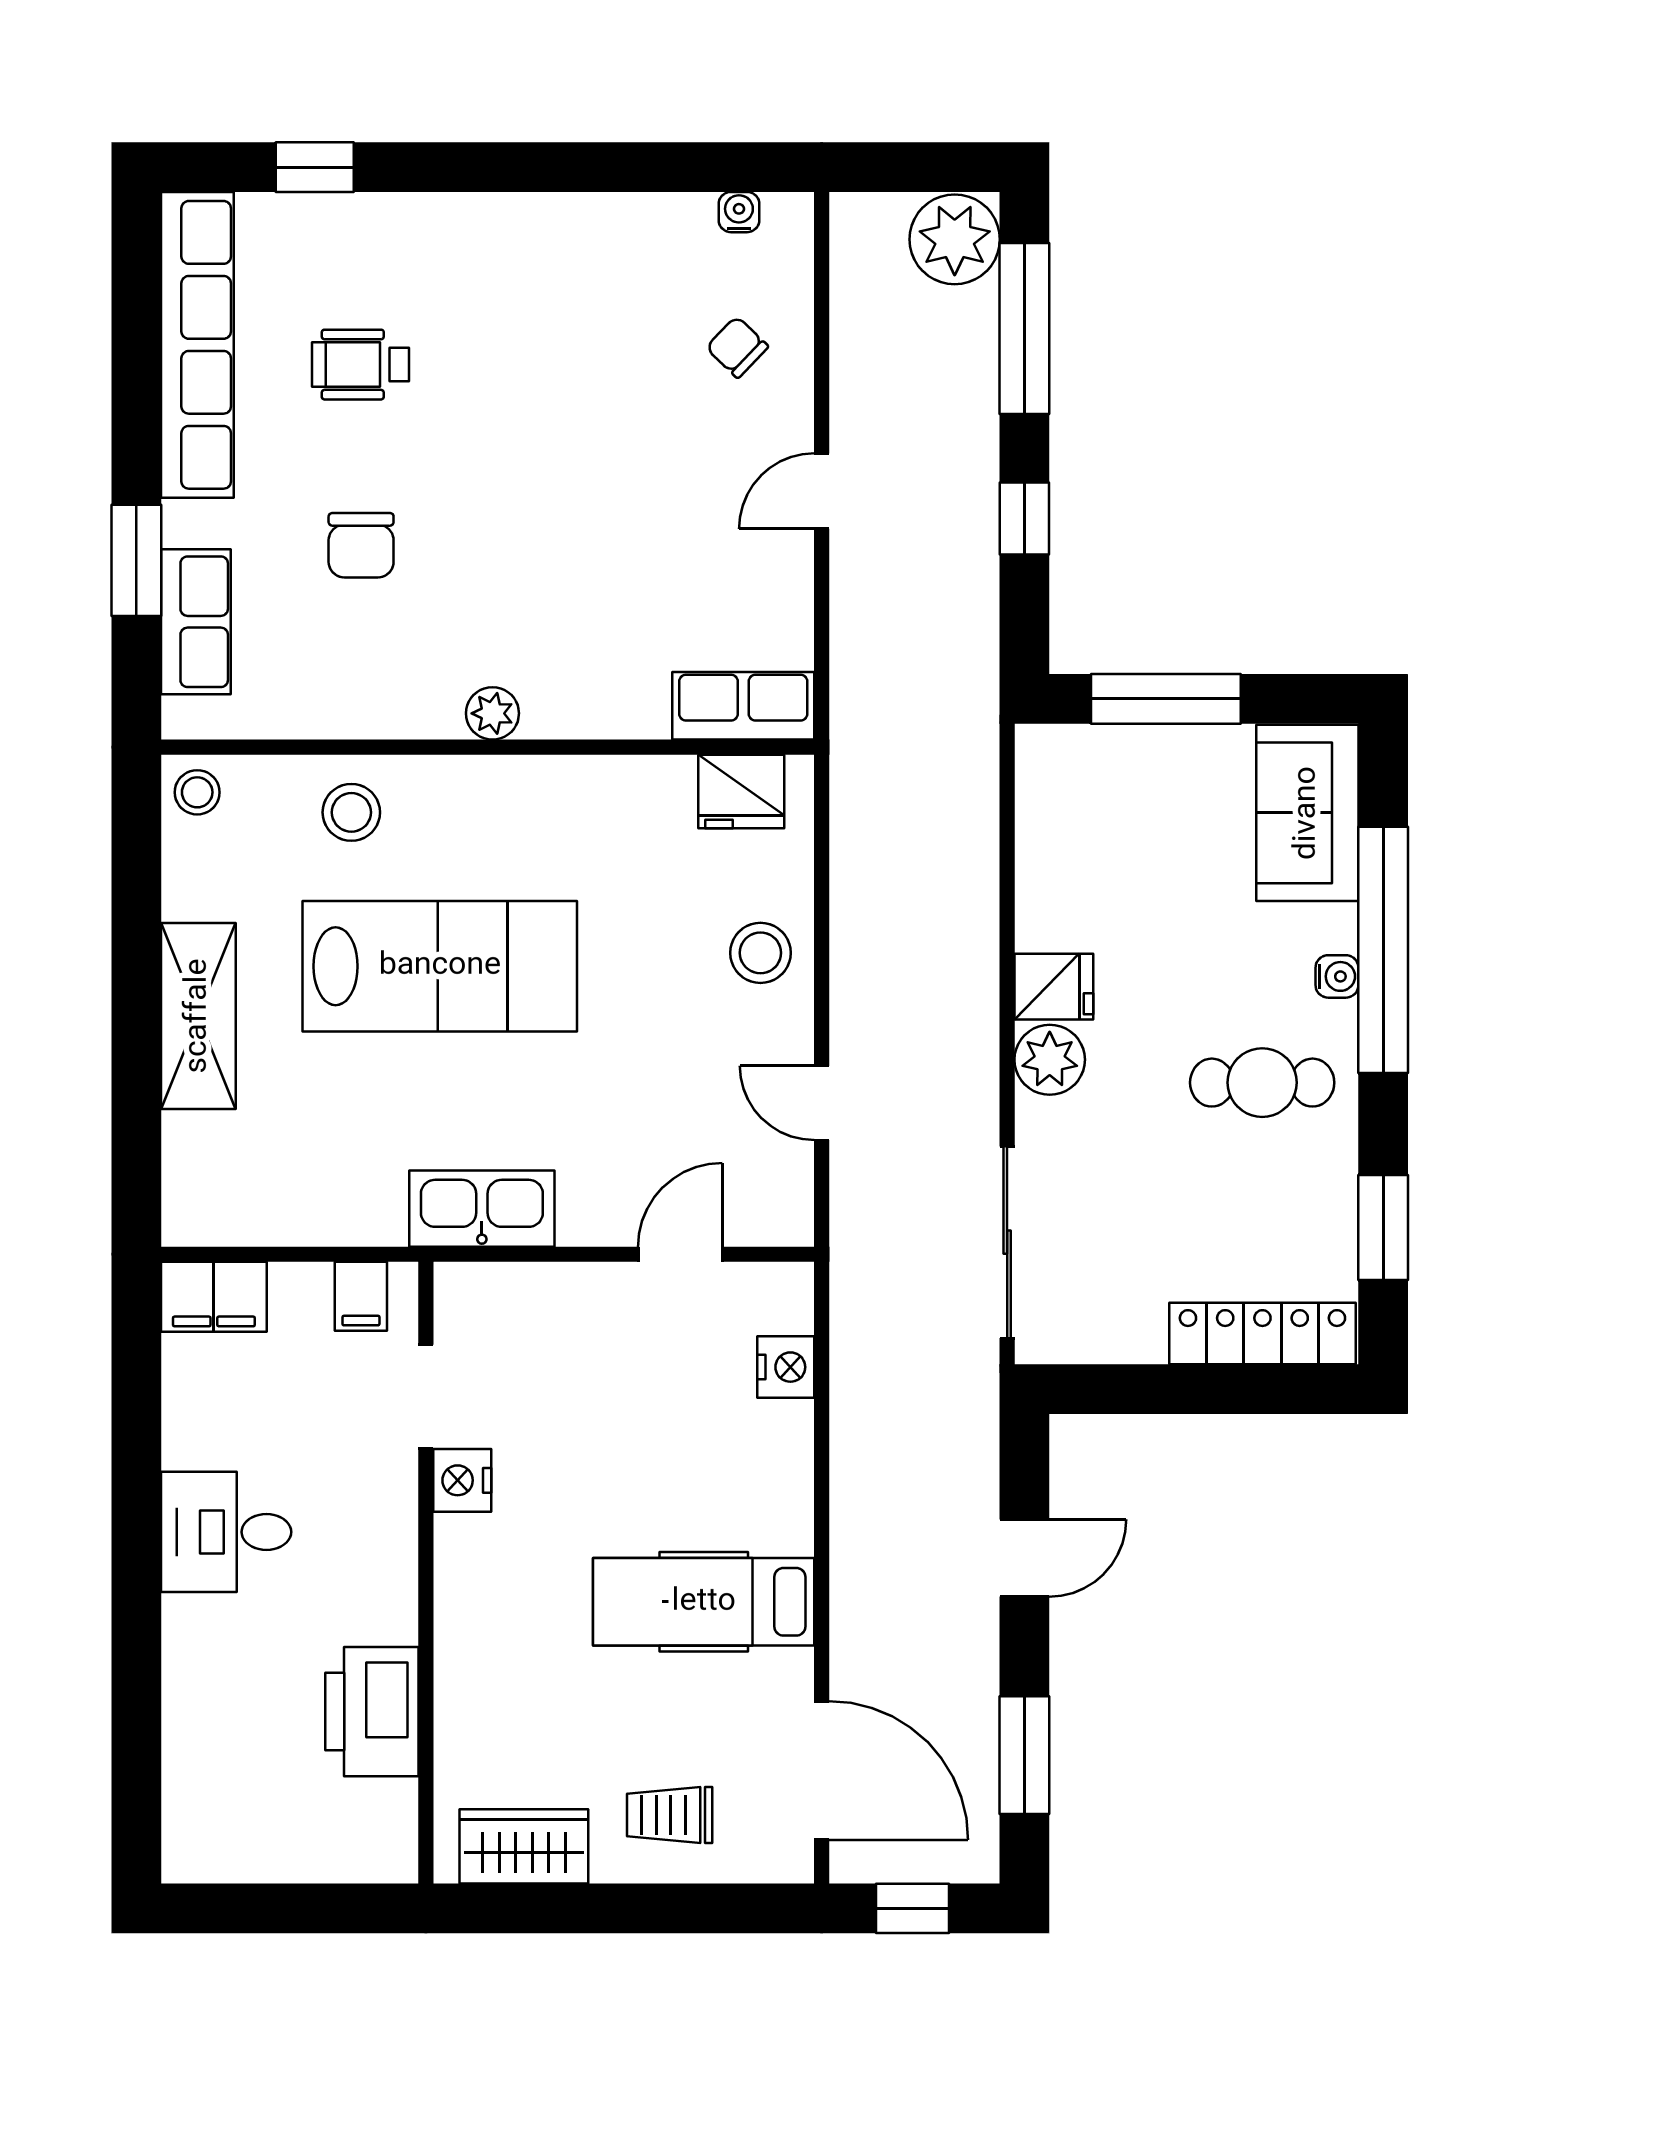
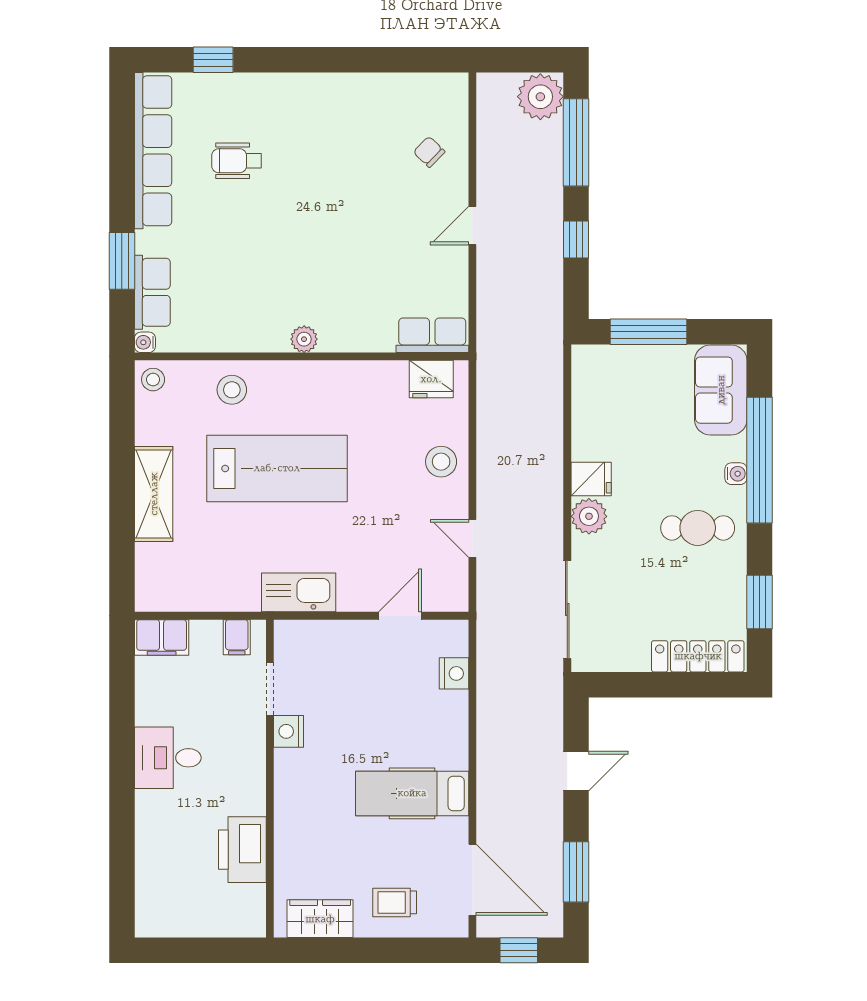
water cooler: (739, 212) -> (145, 342), moved, turned -90
chair: (361, 545) -> (237, 253), removed

